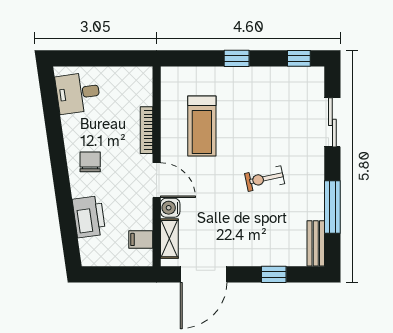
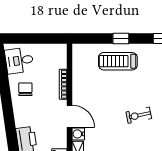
treadmill: (202, 126) -> (118, 61), moved, turned 90
chair: (90, 162) -> (25, 89), moved

